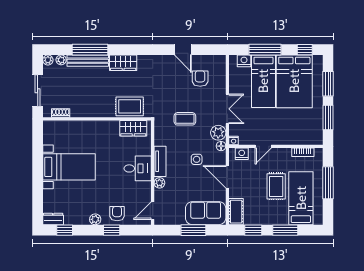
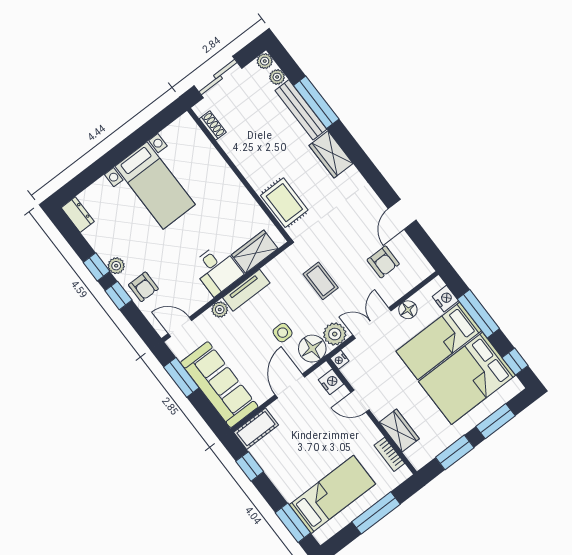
armchair: (200, 79) -> (383, 262), turned 90
floor lamp: (235, 85) -> (408, 310), added
double door: (227, 109) -> (372, 323), swing flipped
wardrobe: (133, 128) -> (255, 252), moved, turned 90
wardrobe: (294, 138) -> (399, 430), added
floor lamp: (221, 146) -> (312, 349), width x1.89, depth x1.89
rug: (276, 186) -> (324, 454), removed
sofa: (206, 213) -> (219, 385), width x1.36
armchair: (117, 214) -> (143, 287), turned 90
window: (65, 230) -> (97, 267), moved
window: (193, 230) -> (181, 377), moved
window: (285, 230) -> (293, 523), moved

